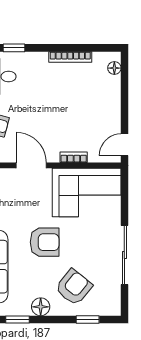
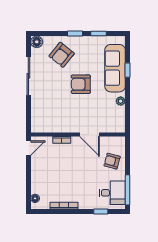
corner sofa: (87, 193) -> (53, 117), removed
floor lamp: (41, 307) -> (37, 42), moved
window: (88, 319) -> (75, 34), moved

